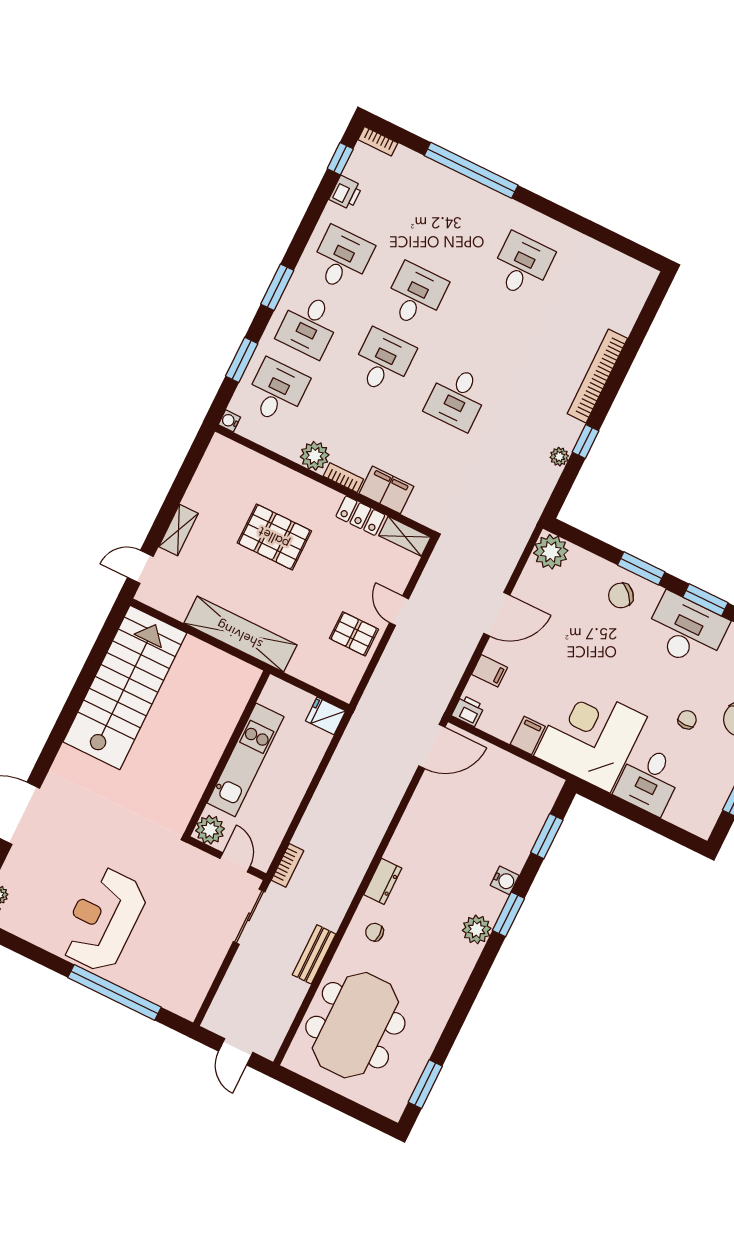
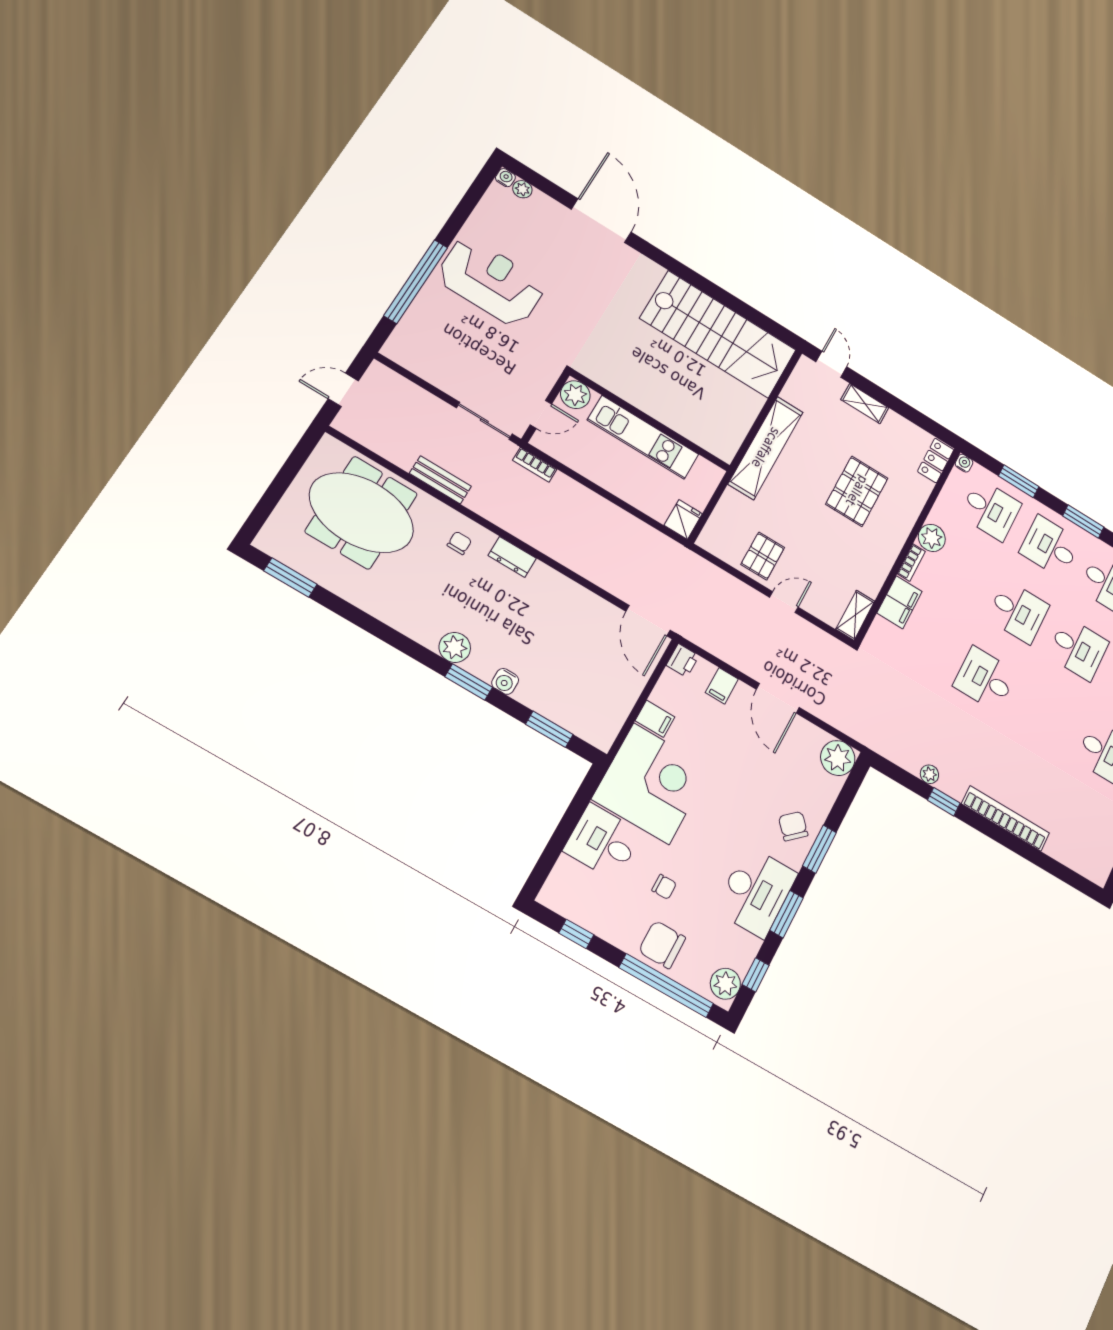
locker: (360, 516) -> (936, 461), moved

